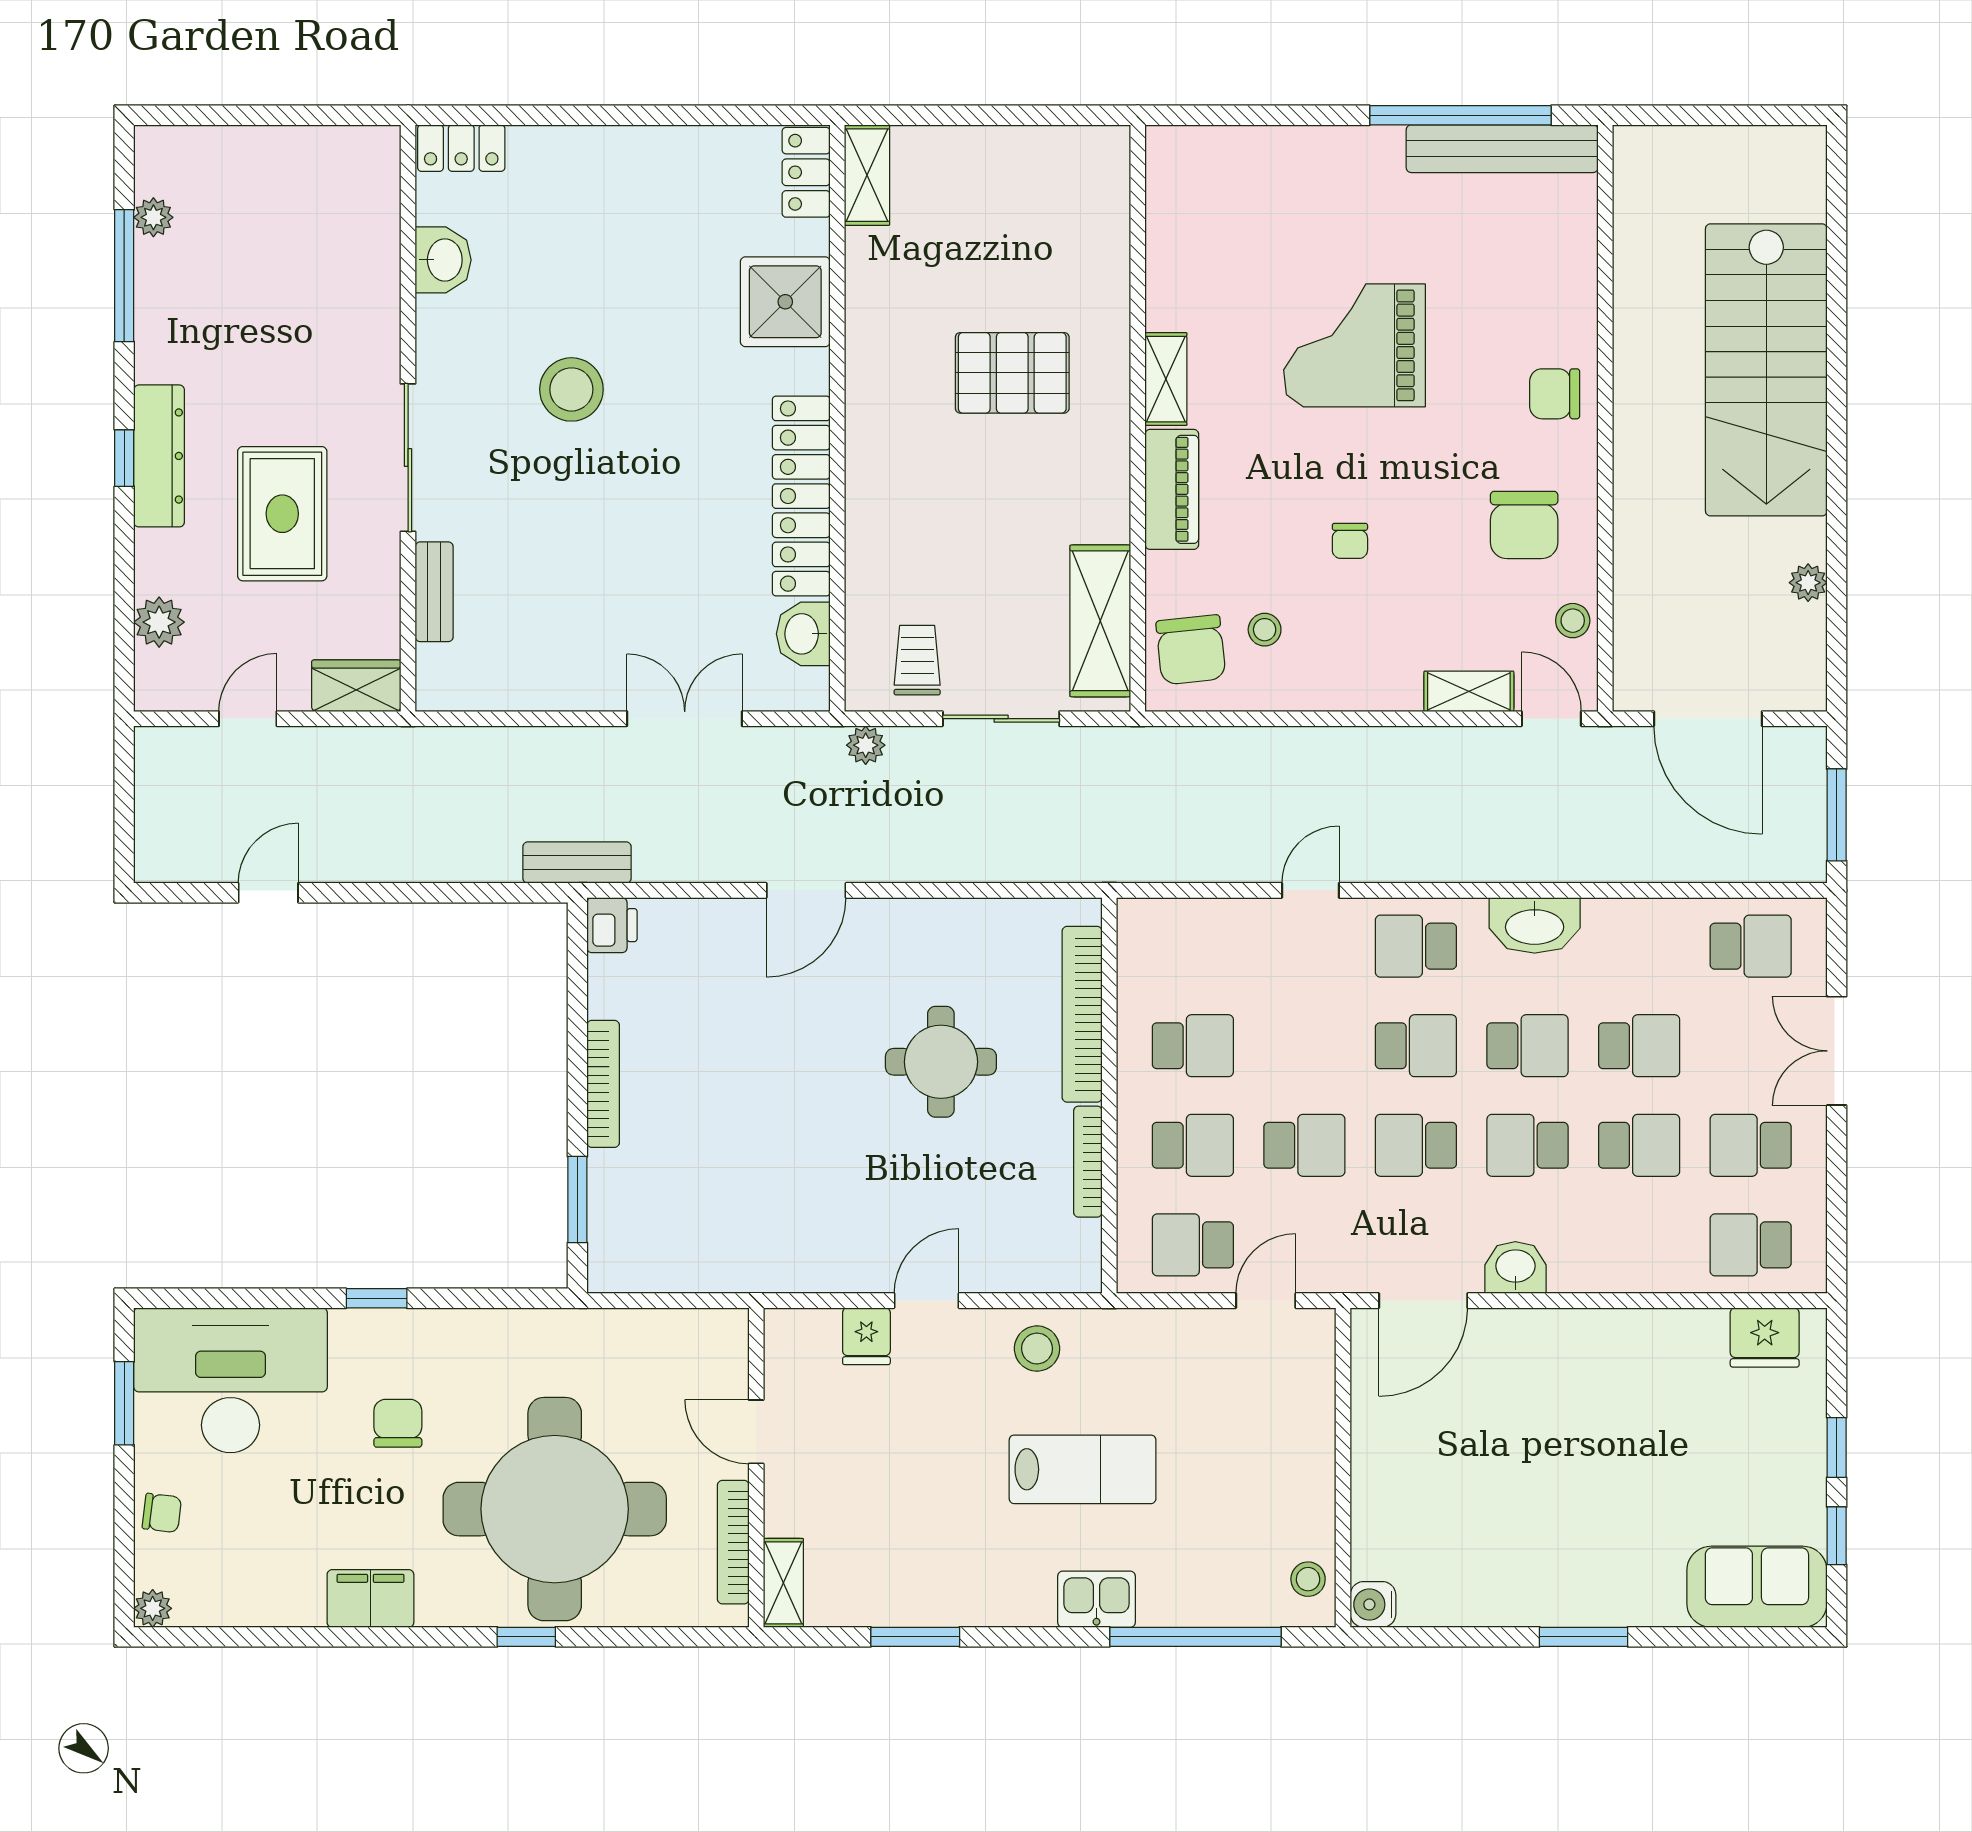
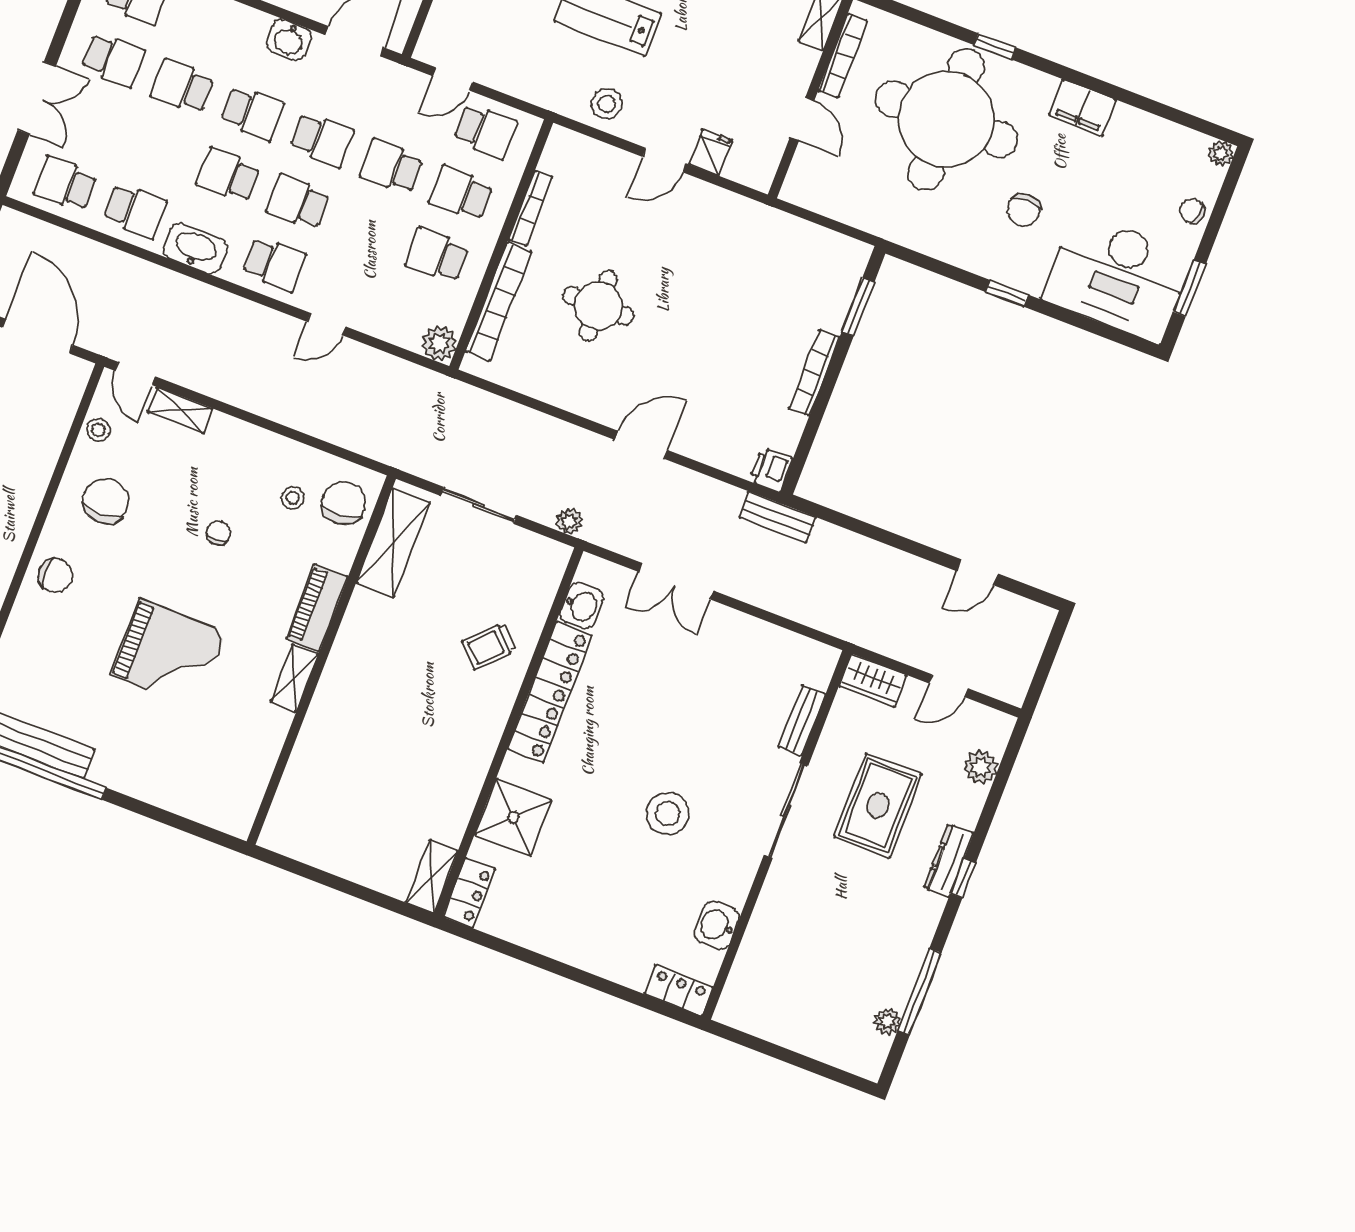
pallet: (1012, 373) -> (389, 718), removed
dresser: (159, 456) -> (949, 860), width x0.73, depth x0.80
trolley: (917, 660) -> (489, 646), moved, turned 44
plant: (1143, 924) -> (439, 343), added
school desk: (1639, 1046) -> (135, 211), moved, turned 180

